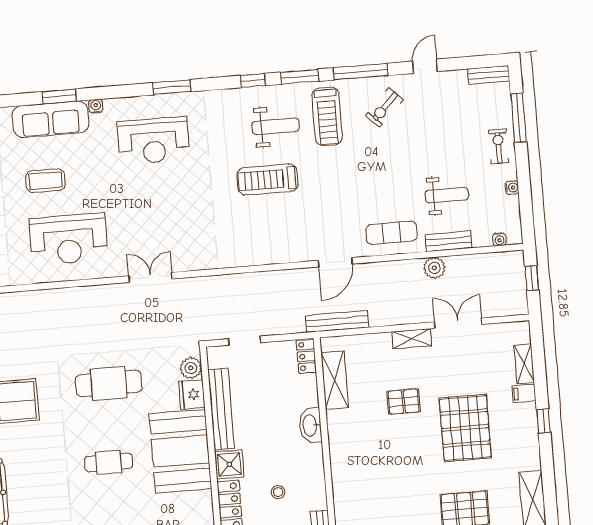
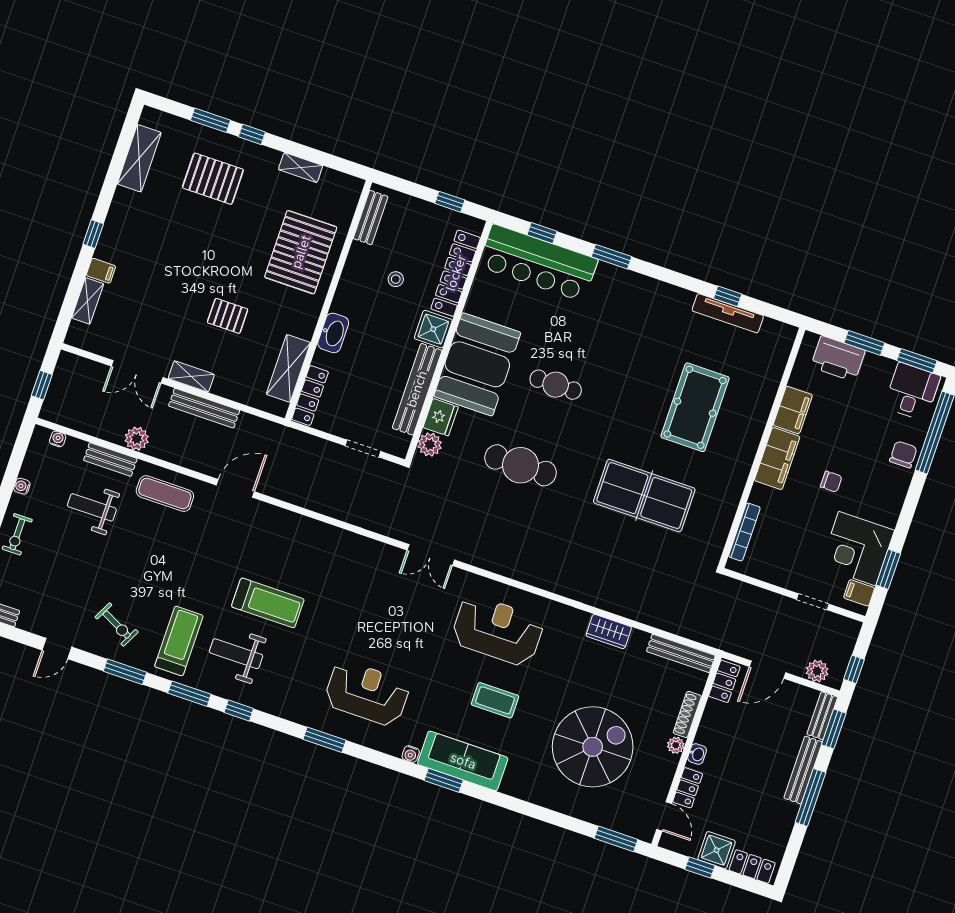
window: (361, 72) -> (125, 672), width x0.69
exercise bike: (384, 108) -> (117, 625), turned 72
bench: (337, 321) -> (204, 408), moved
locker: (306, 356) -> (310, 396), width x1.53
pallet: (465, 428) -> (301, 252), moved

